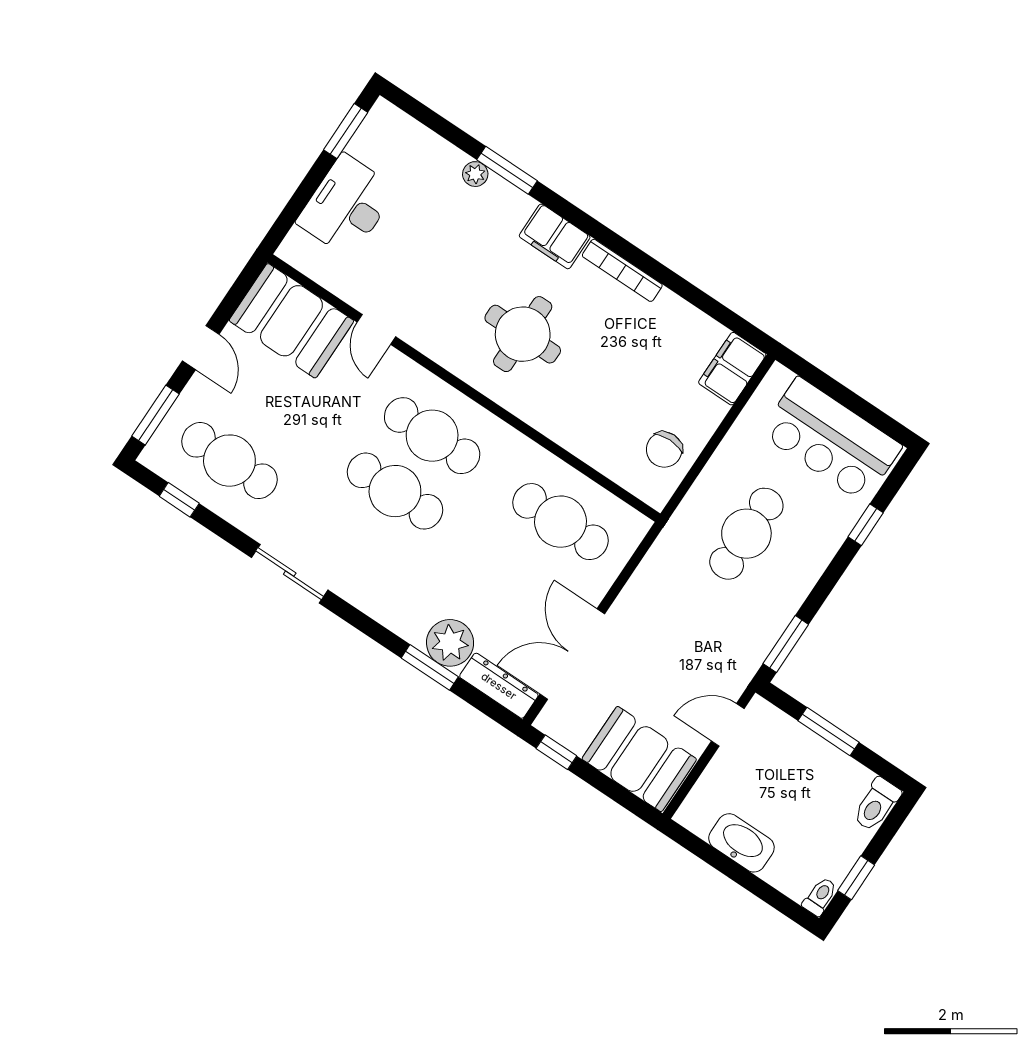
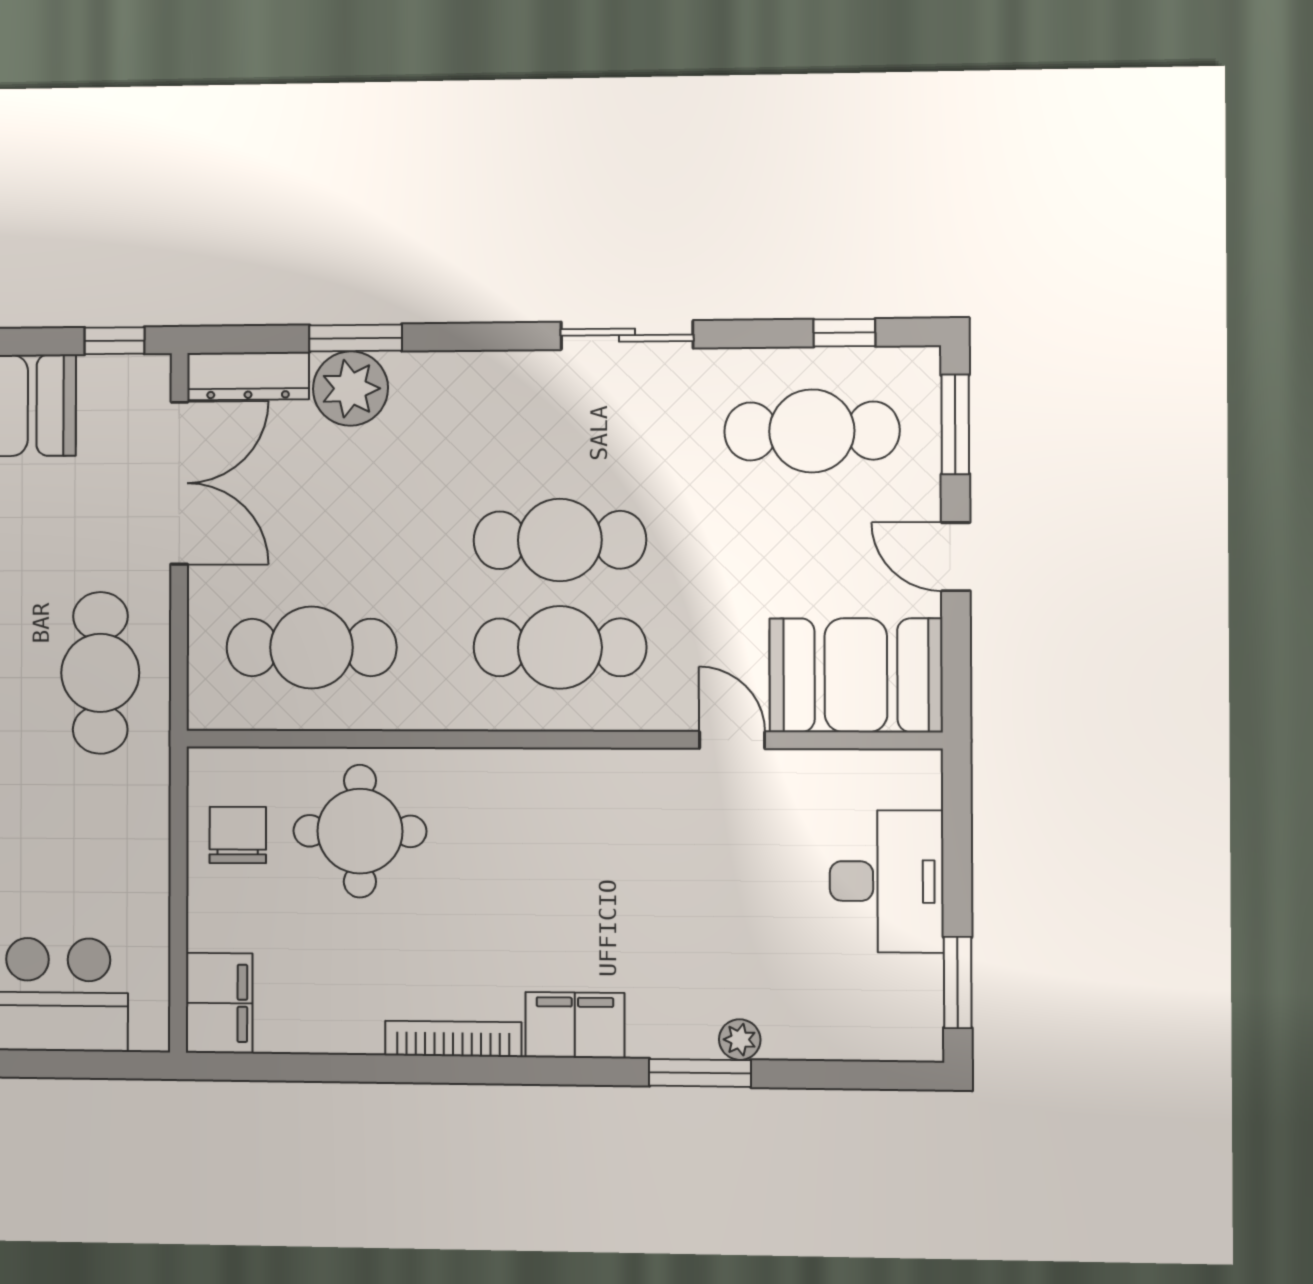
round table: (523, 334) -> (360, 831), moved
cafe table: (746, 534) -> (100, 673), moved

